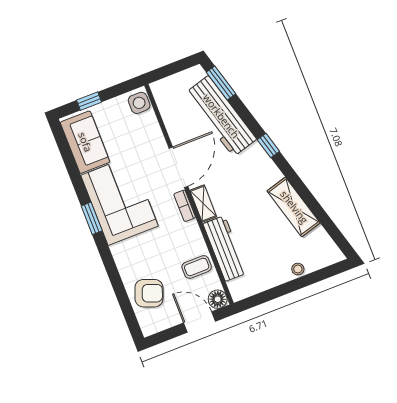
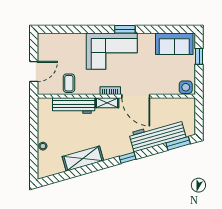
corner sofa: (120, 201) -> (112, 51), moved
armchair: (149, 293) -> (64, 47), removed
floor lamp: (218, 299) -> (44, 88), removed

